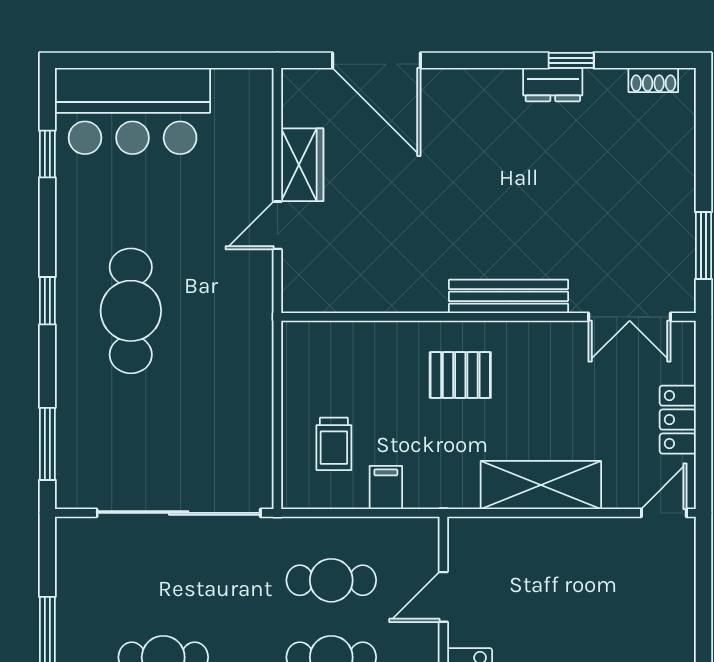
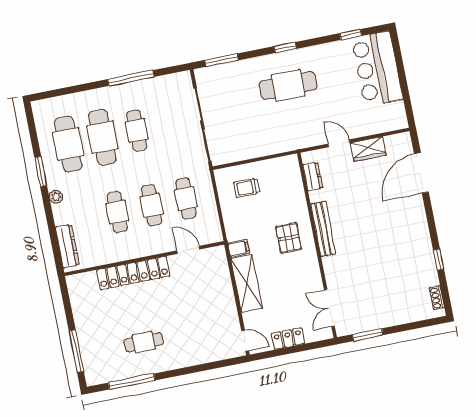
dresser: (553, 85) -> (313, 177), moved, turned 180
bench: (508, 296) -> (323, 229), moved
filing cabinet: (386, 487) -> (239, 248), moved

